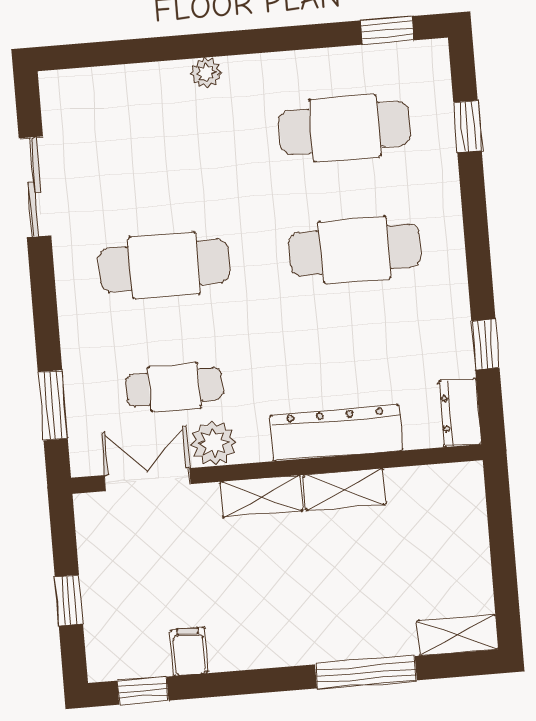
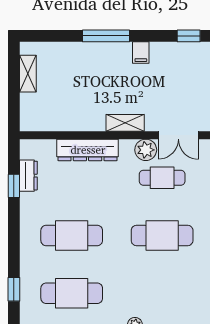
dresser: (460, 412) -> (28, 176), moved
shelving: (345, 490) -> (86, 123), removed
shelving: (458, 635) -> (28, 74), moved, turned 90
filing cabinet: (189, 652) -> (141, 53), moved
window: (366, 672) -> (106, 36), moved

